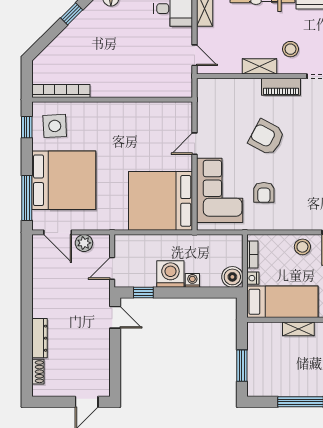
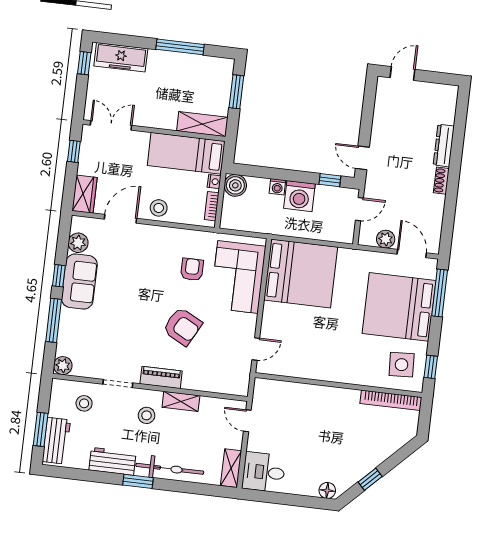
door: (195, 144) -> (256, 349), moved
shelving: (298, 329) -> (202, 124), moved, width x1.50, depth x1.33
shoe rack: (38, 372) -> (441, 181), moved

